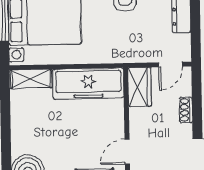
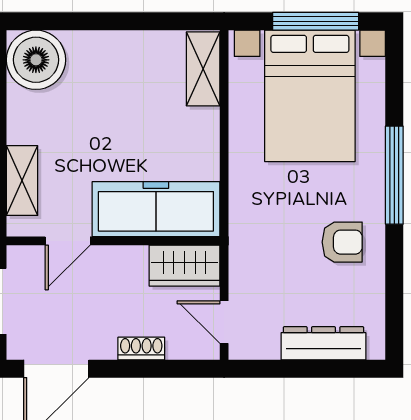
freezer: (88, 84) -> (156, 209), moved, turned 90
door: (127, 152) -> (68, 241), swing flipped

